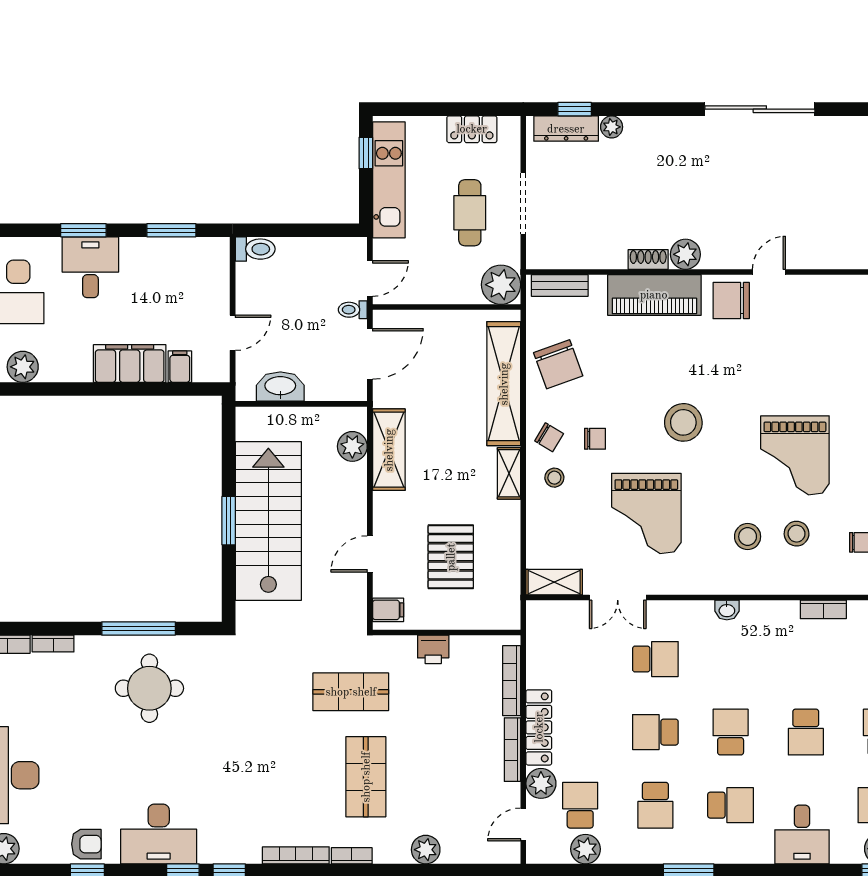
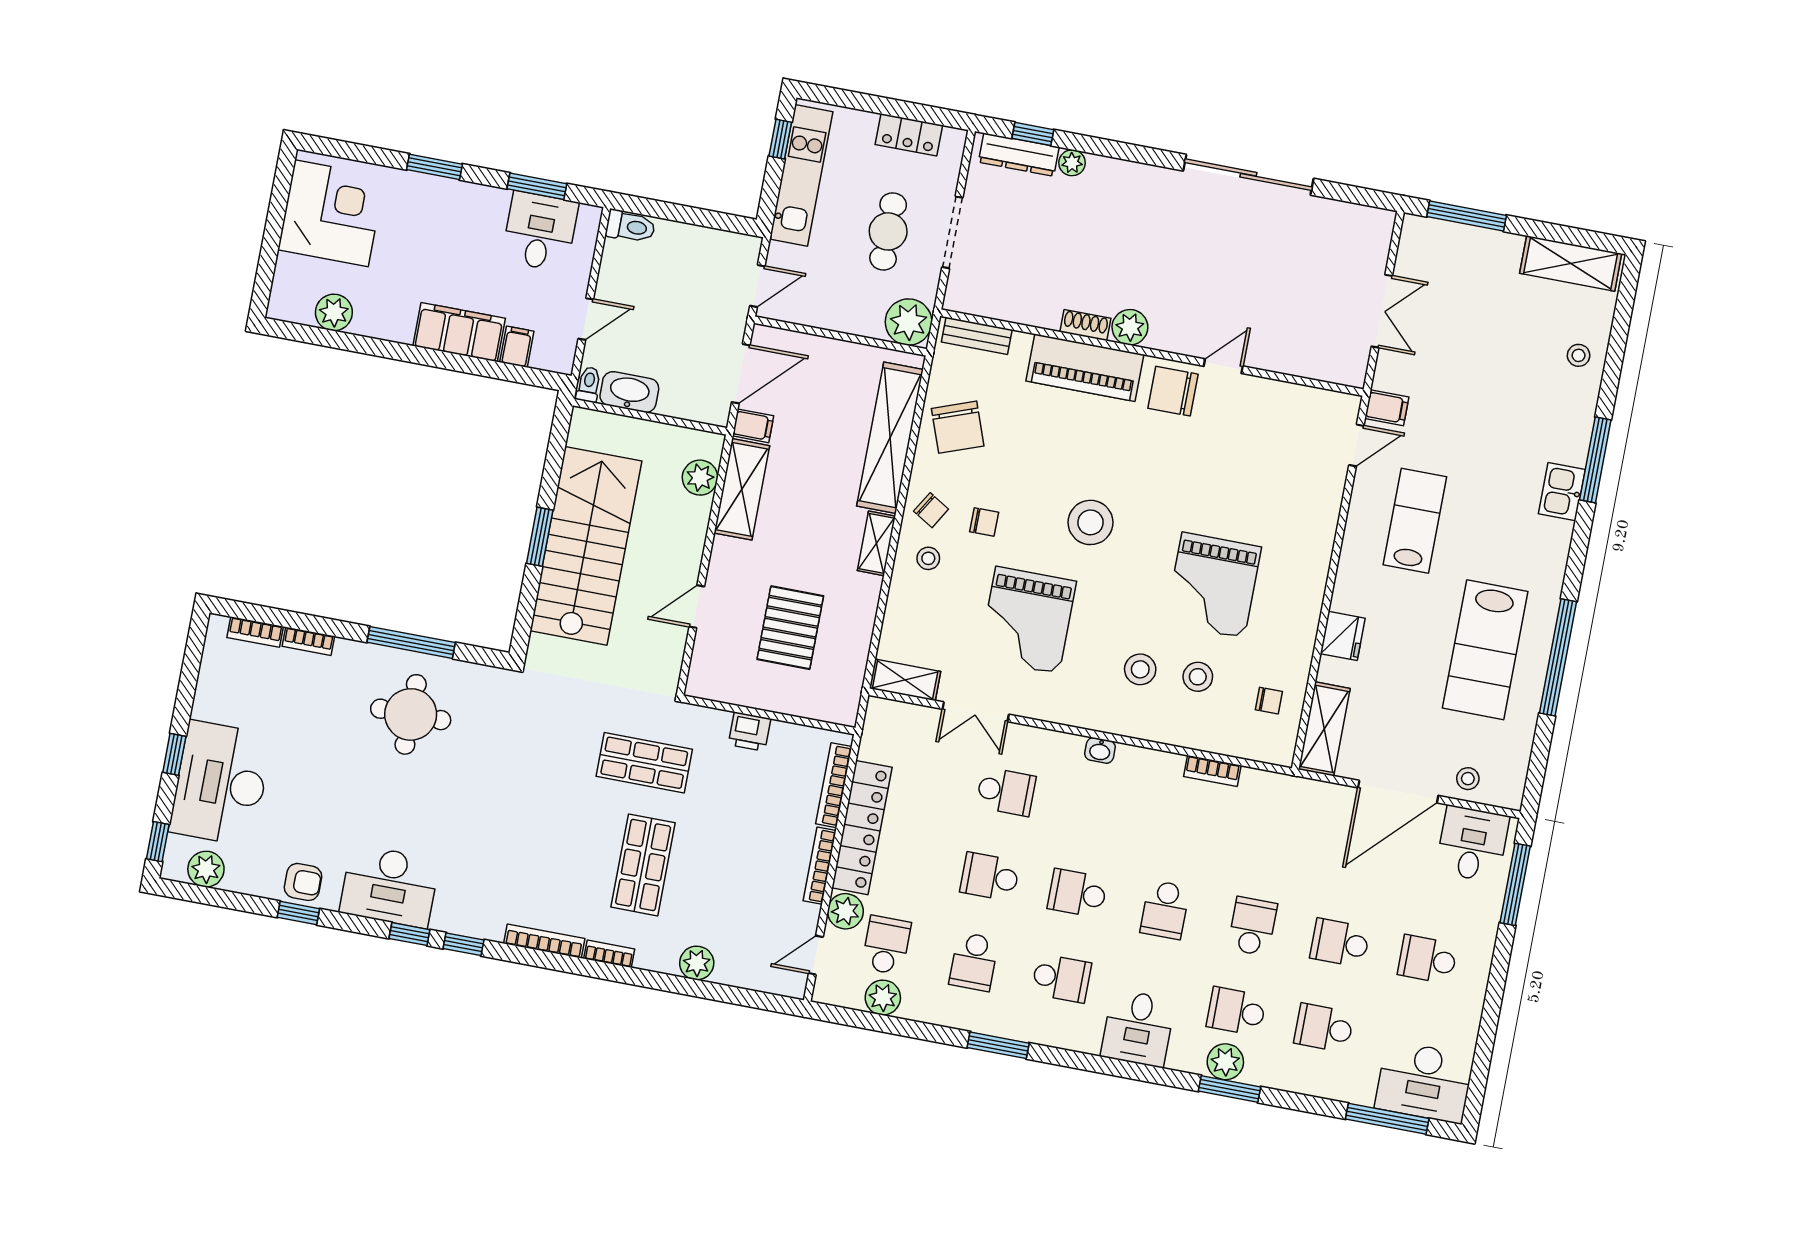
desk: (90, 267) -> (540, 232), moved
toilet: (353, 310) -> (589, 385), moved, turned 90
filing cabinet: (388, 610) -> (753, 426), moved
locker: (539, 727) -> (862, 828), width x1.41, depth x1.21
school desk: (731, 732) -> (1077, 893), turned -90

